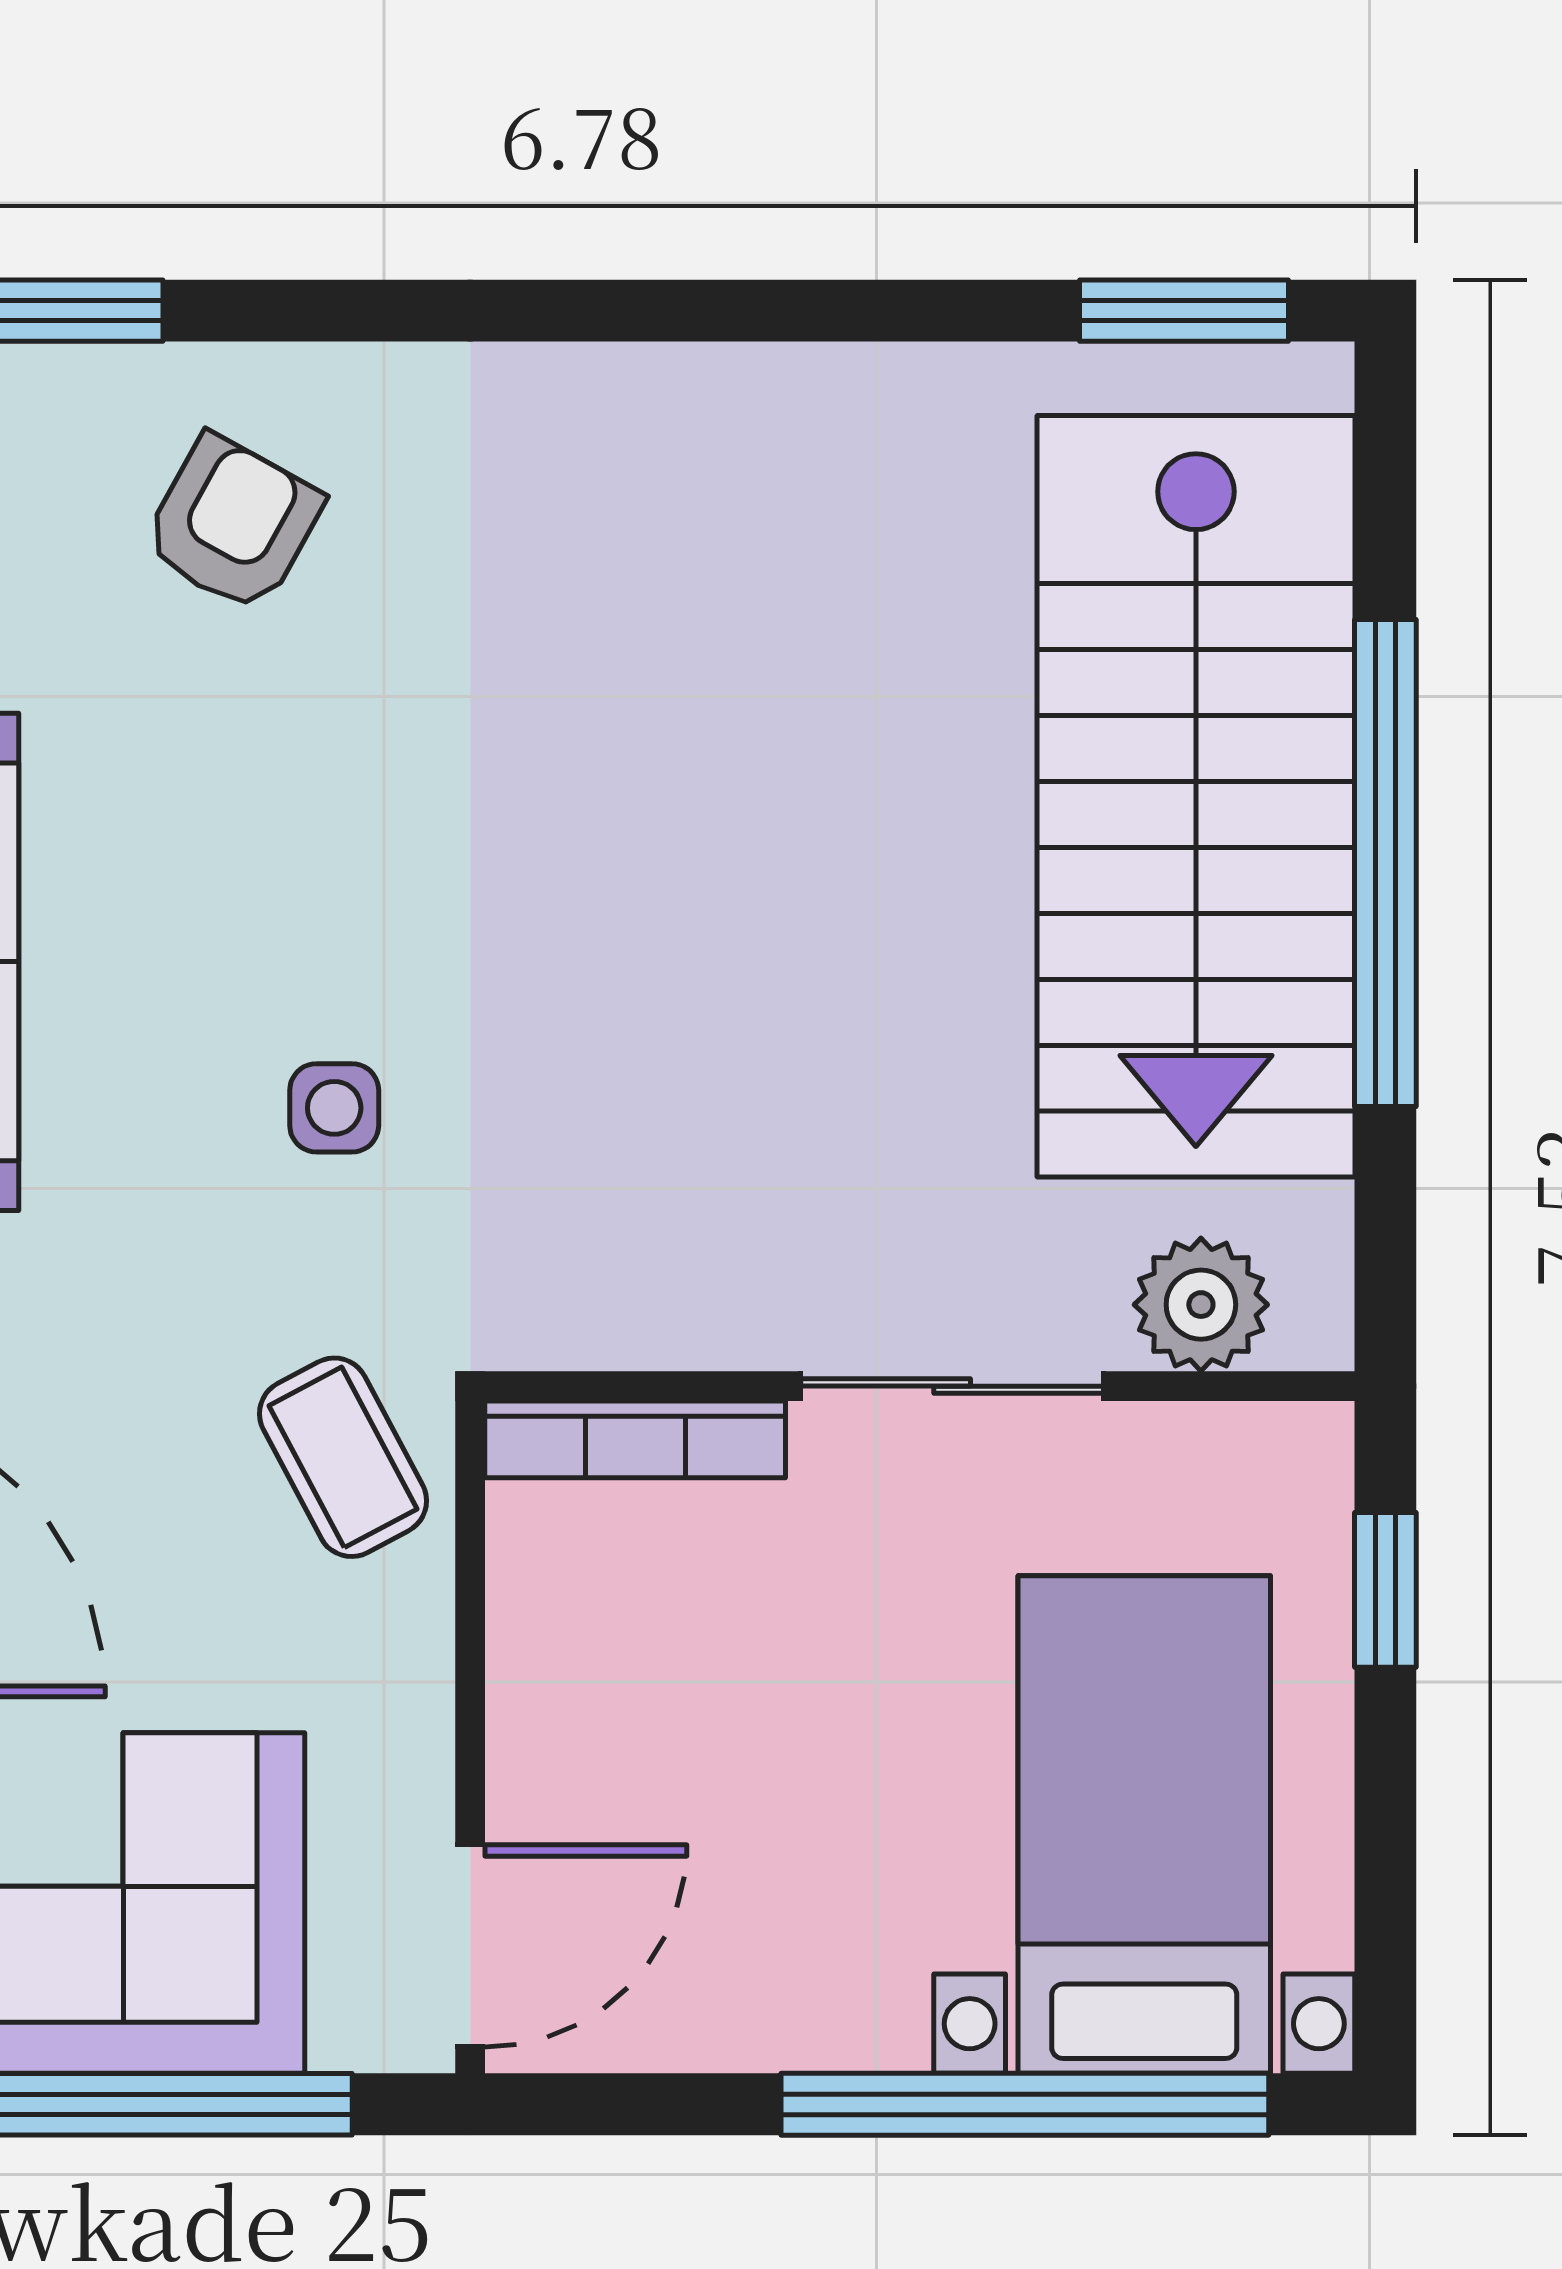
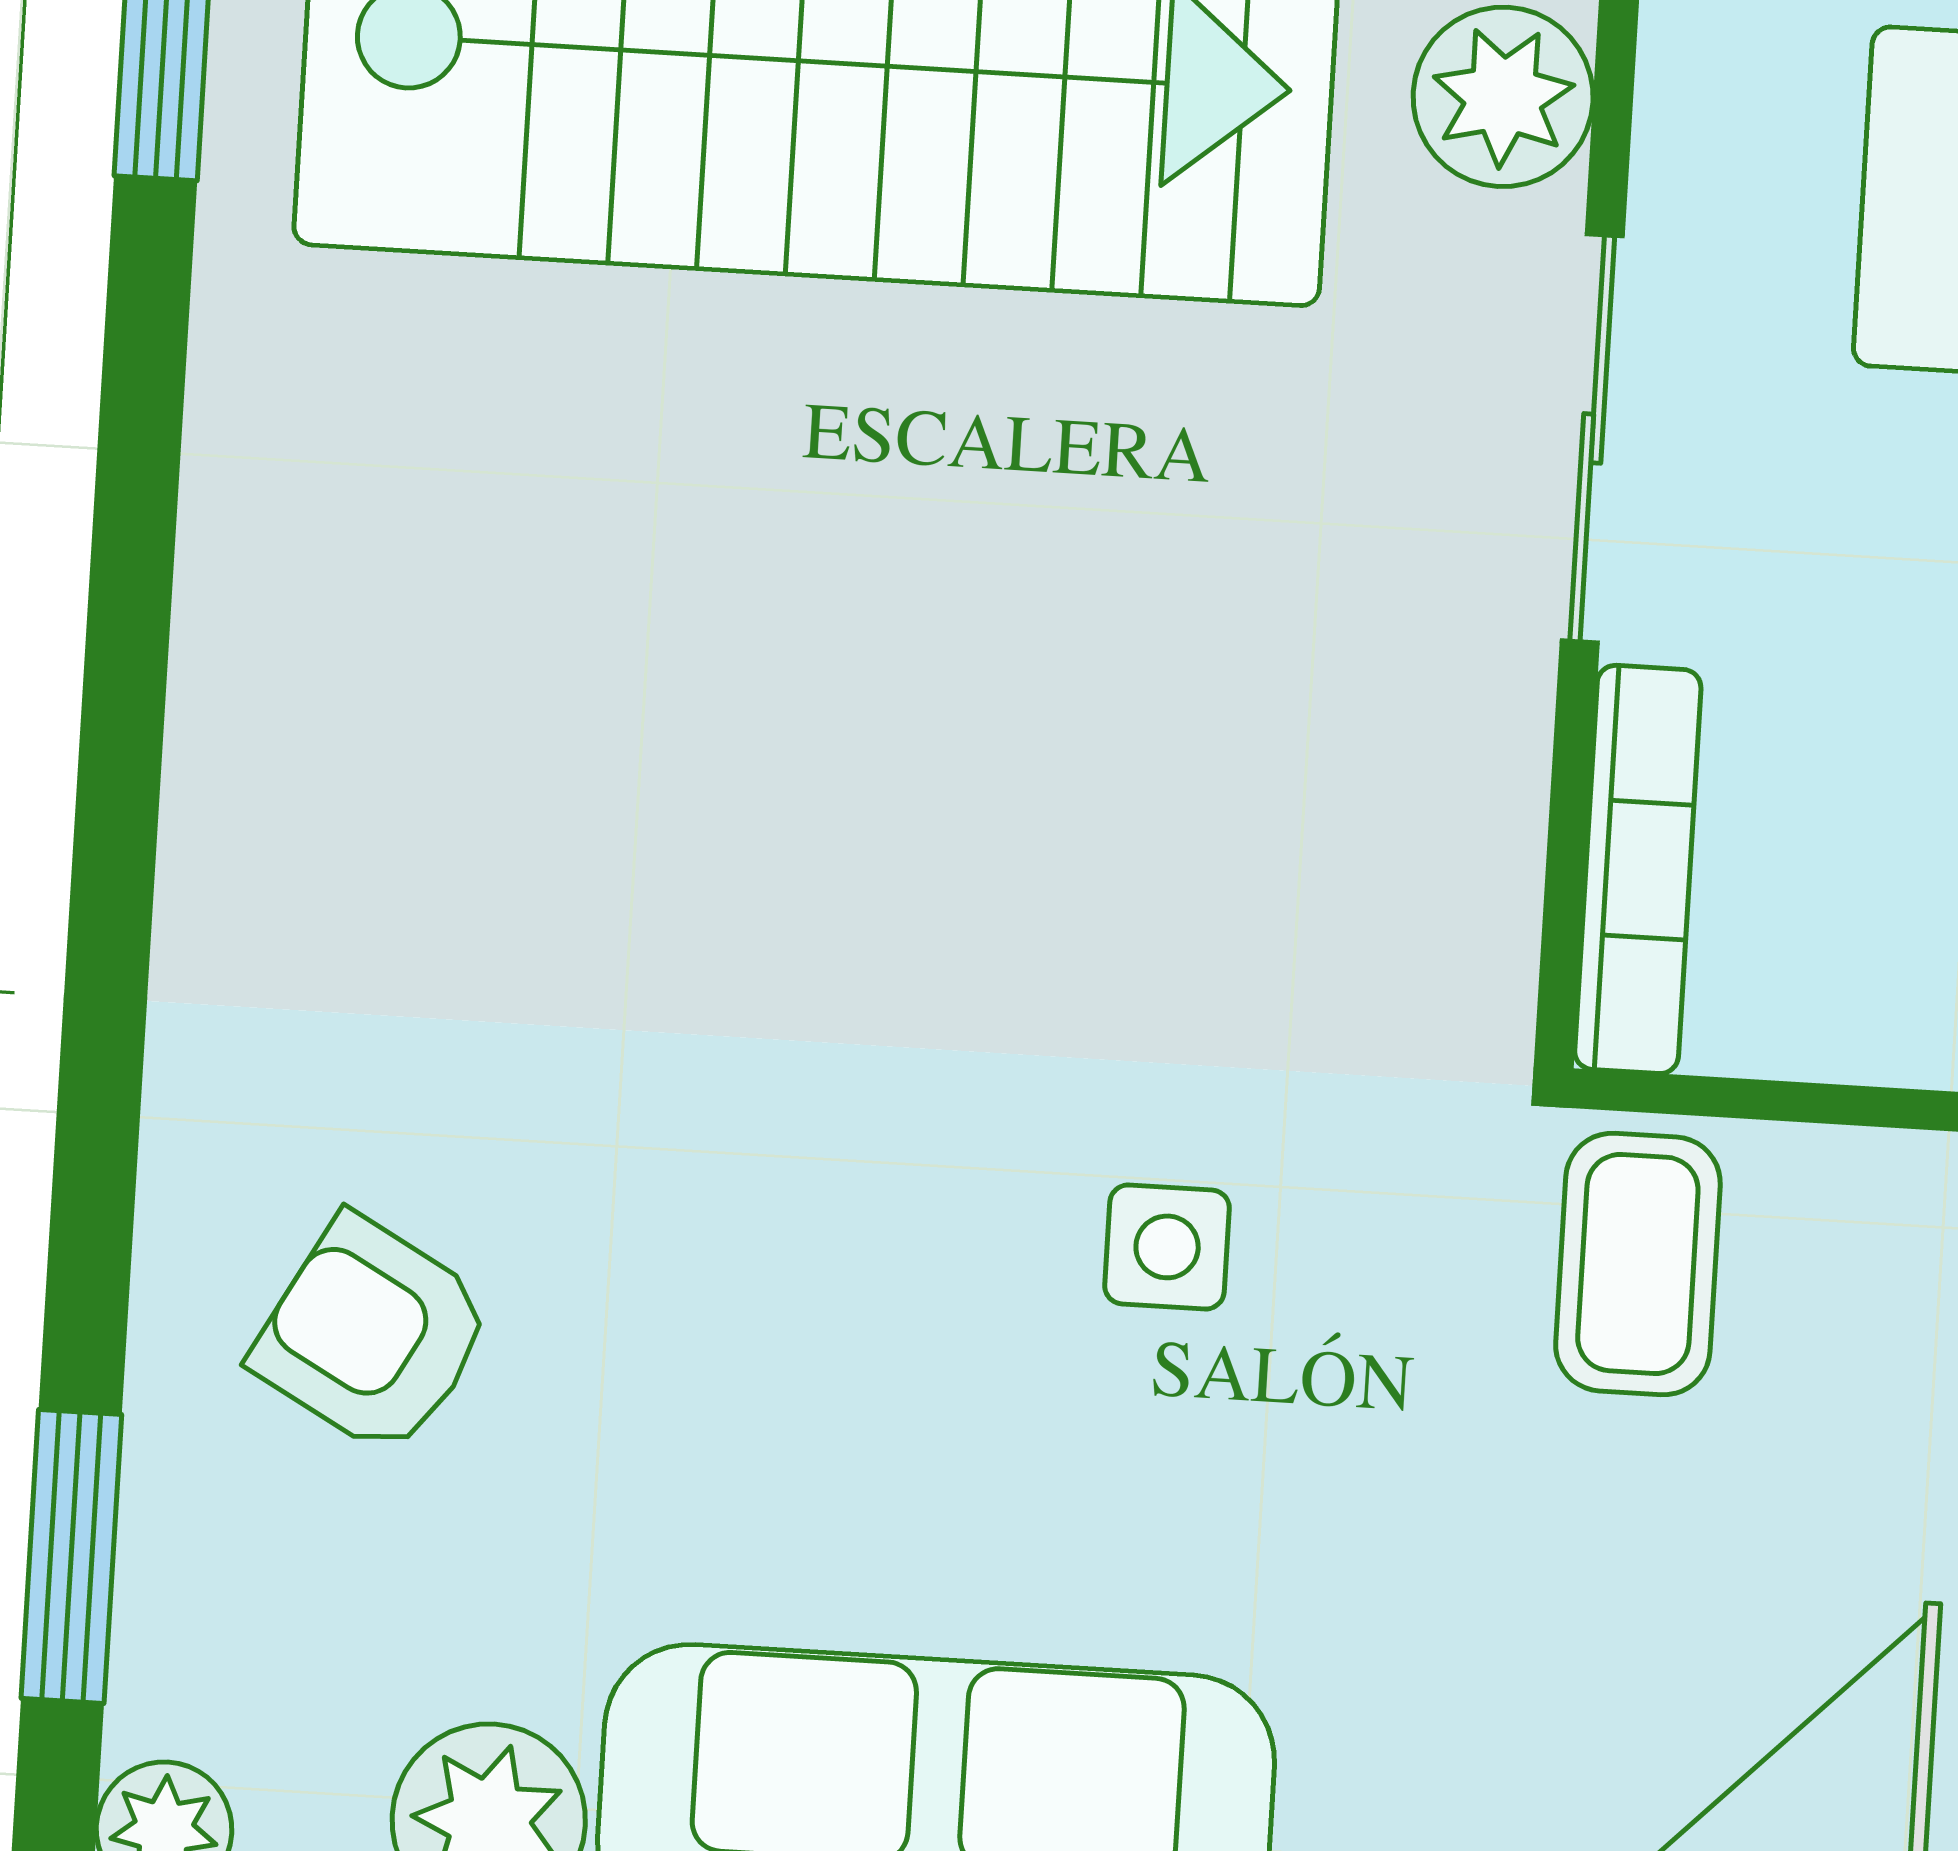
coffee table: (343, 1457) -> (1638, 1264), turned -62

